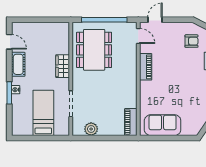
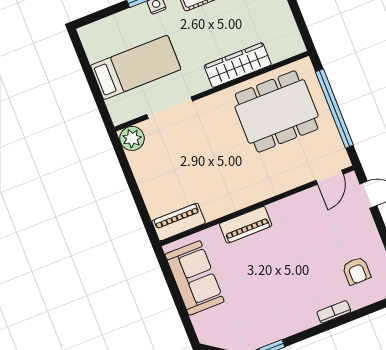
wardrobe: (63, 66) -> (238, 65), width x1.50
piano: (146, 67) -> (246, 225), moved
plant: (91, 129) -> (132, 138), moved

